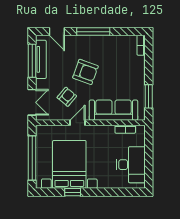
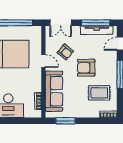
rug: (116, 56) -> (99, 93), added
armchair: (85, 72) -> (86, 68), turned 70

